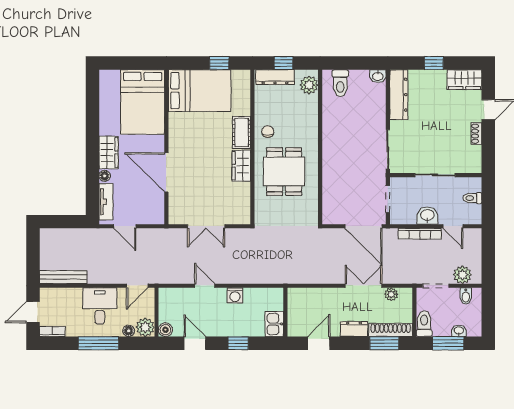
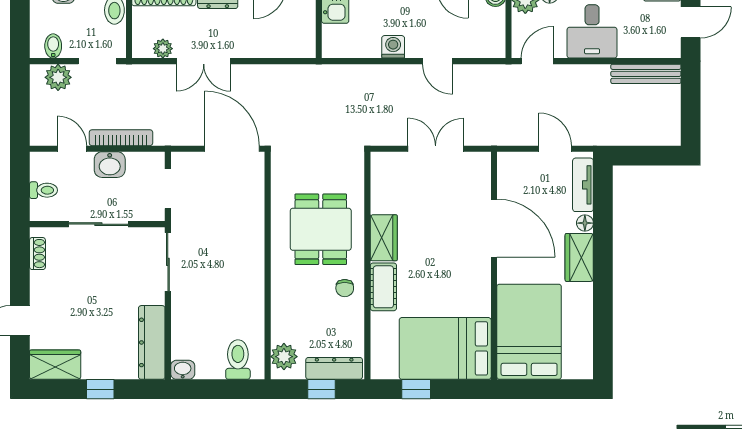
shoe rack: (476, 134) -> (37, 254), moved
door: (364, 226) -> (232, 149), moved

